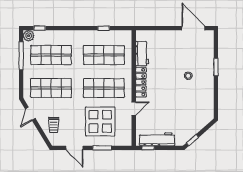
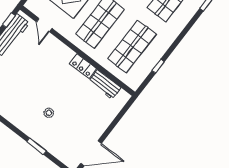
locker: (141, 82) -> (83, 66), width x0.66
door: (134, 109) -> (44, 25), moved

